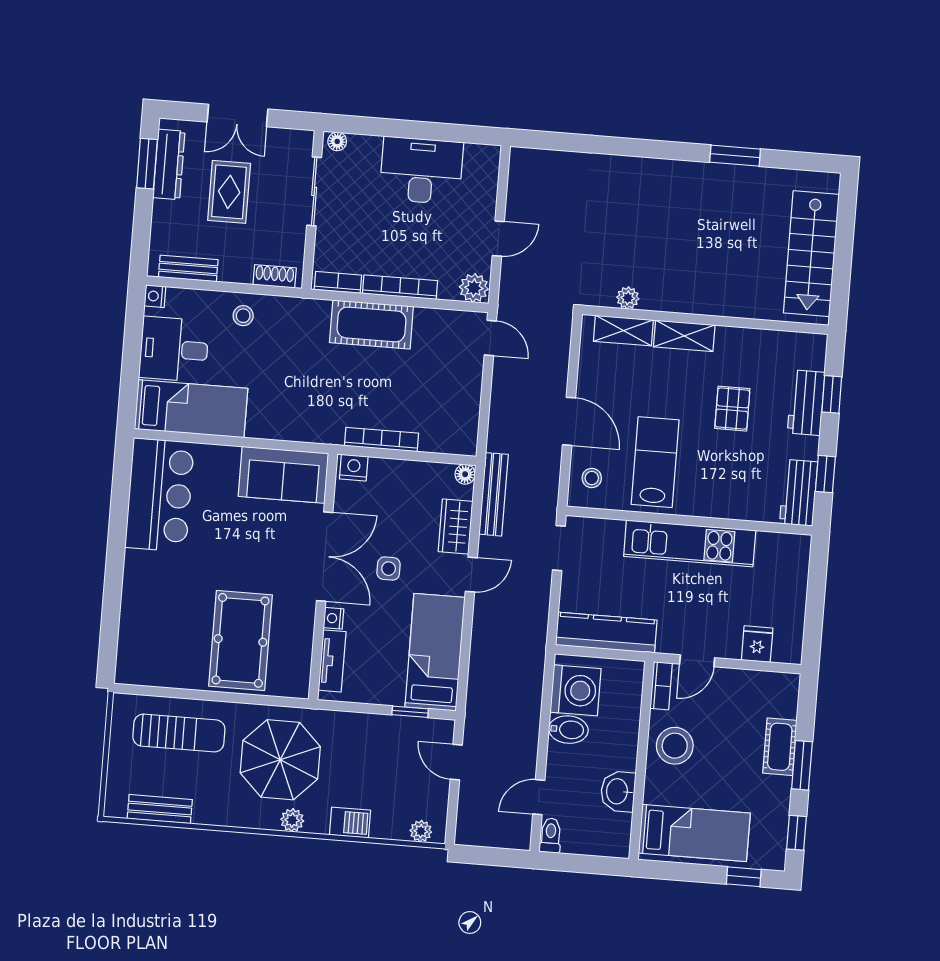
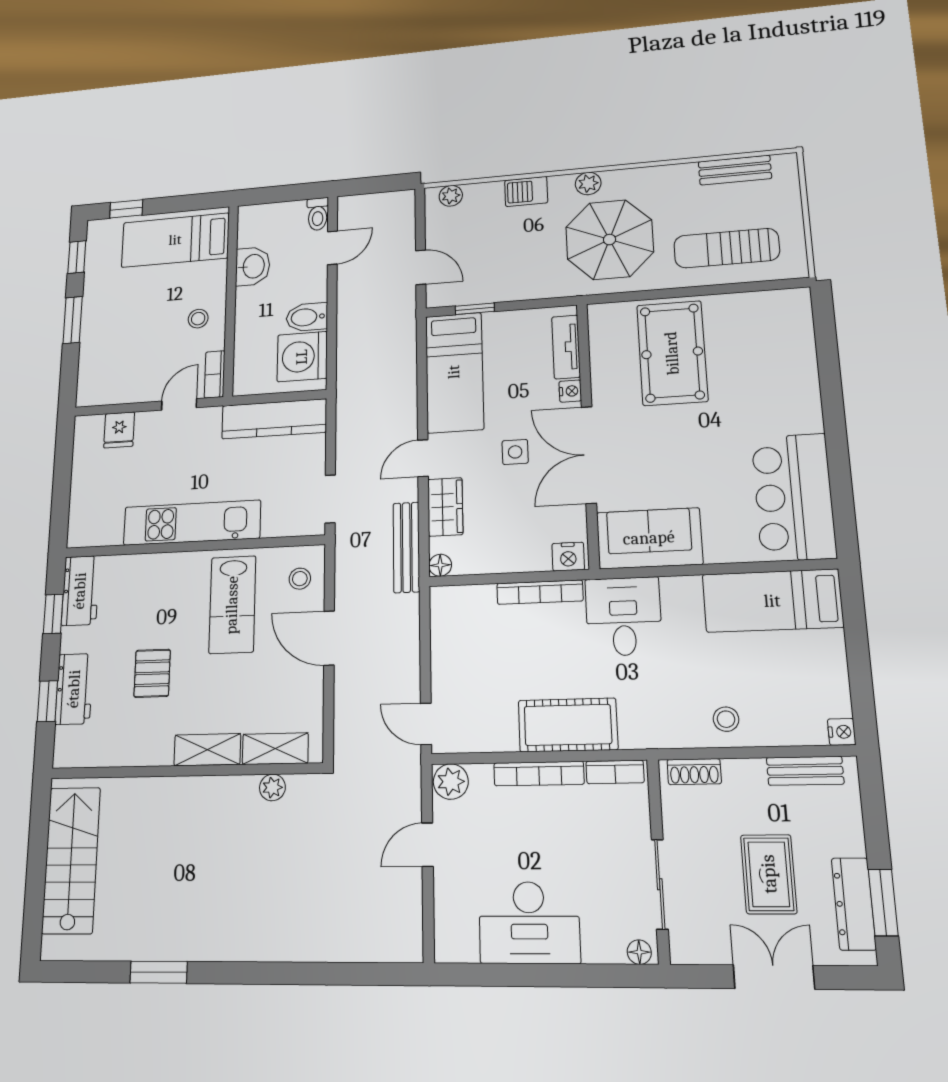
desk: (174, 349) -> (623, 616), moved, turned -90
stool: (675, 746) -> (198, 319), width x0.53, depth x0.53
cot: (780, 747) -> (94, 334), removed

